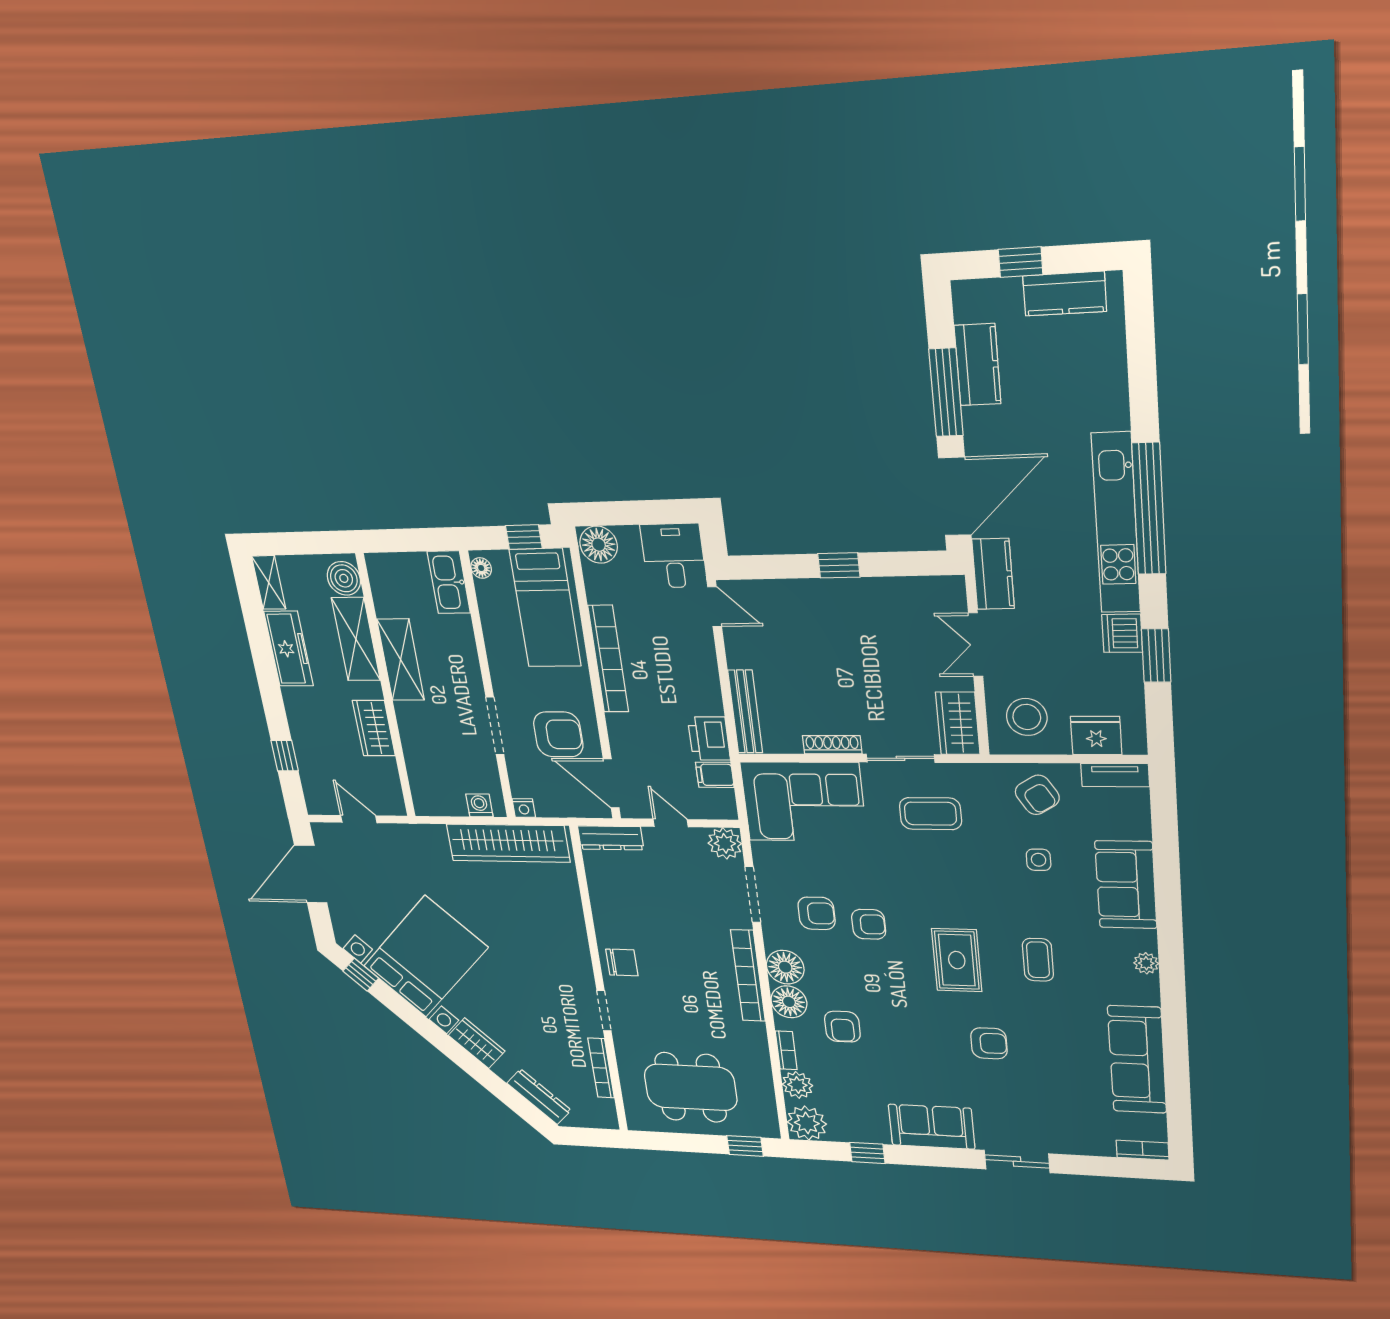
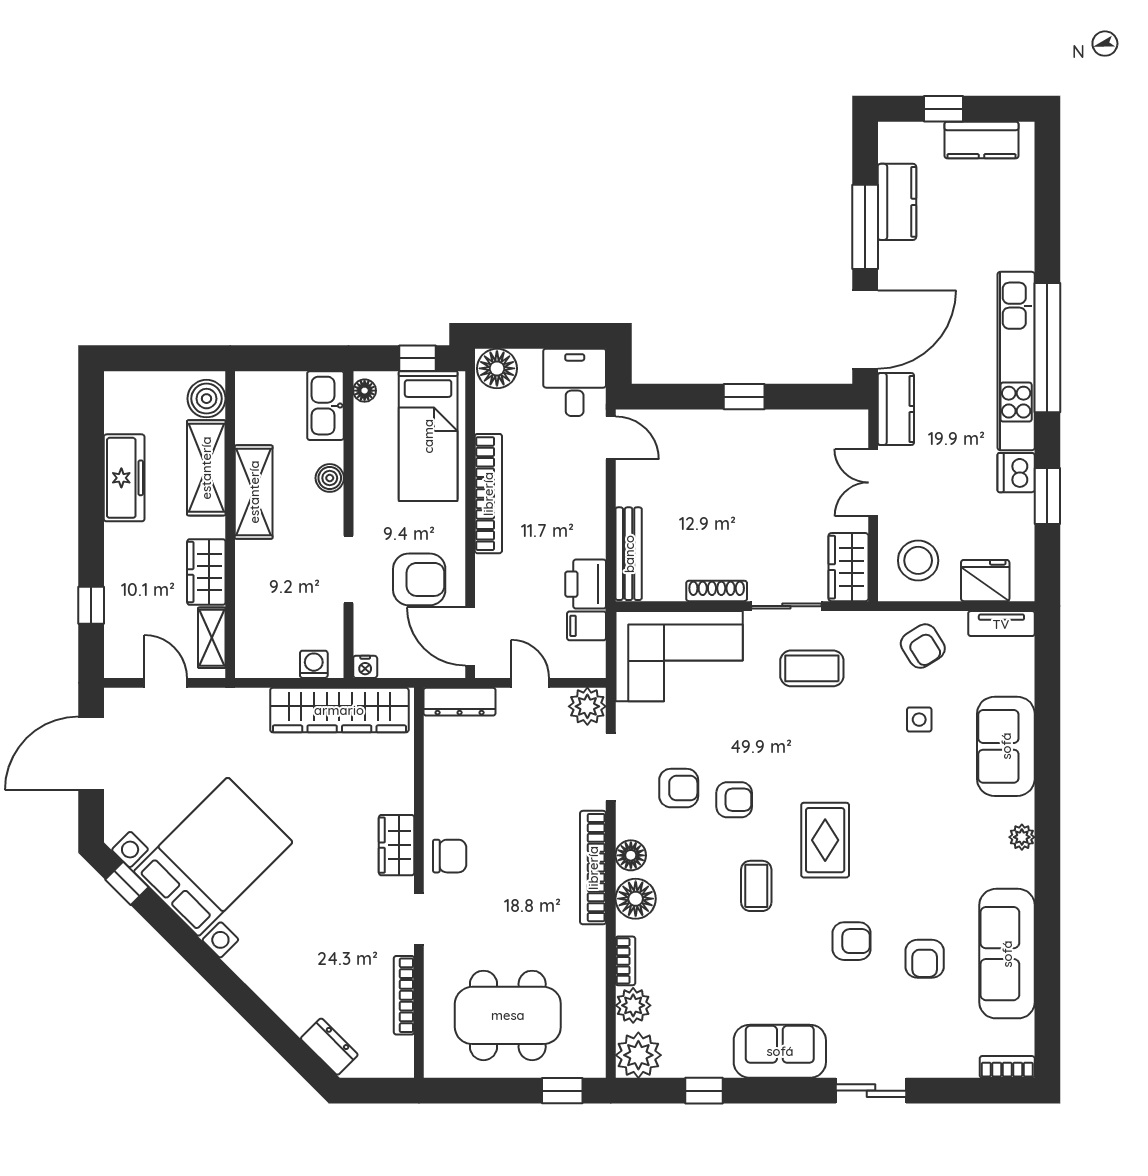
shelving: (269, 582) -> (212, 638), moved
boiler: (464, 647) -> (330, 478), added
coffee table: (1038, 960) -> (756, 886), moved
floor lamp: (785, 967) -> (631, 855), width x0.73, depth x0.73
armchair: (842, 1027) -> (925, 959), moved
wardrobe: (477, 1043) -> (397, 845), moved, turned -135
dresser: (539, 1097) -> (329, 1047), width x0.70

